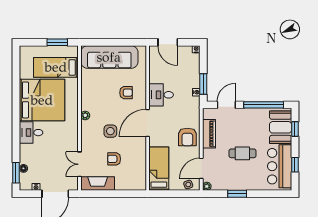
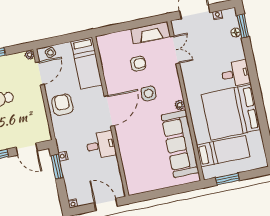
sofa: (109, 57) -> (180, 144), moved, turned -90
armchair: (126, 93) -> (140, 139), removed
door: (226, 105) -> (27, 149), hinge flipped
piano: (209, 134) -> (39, 113), removed

